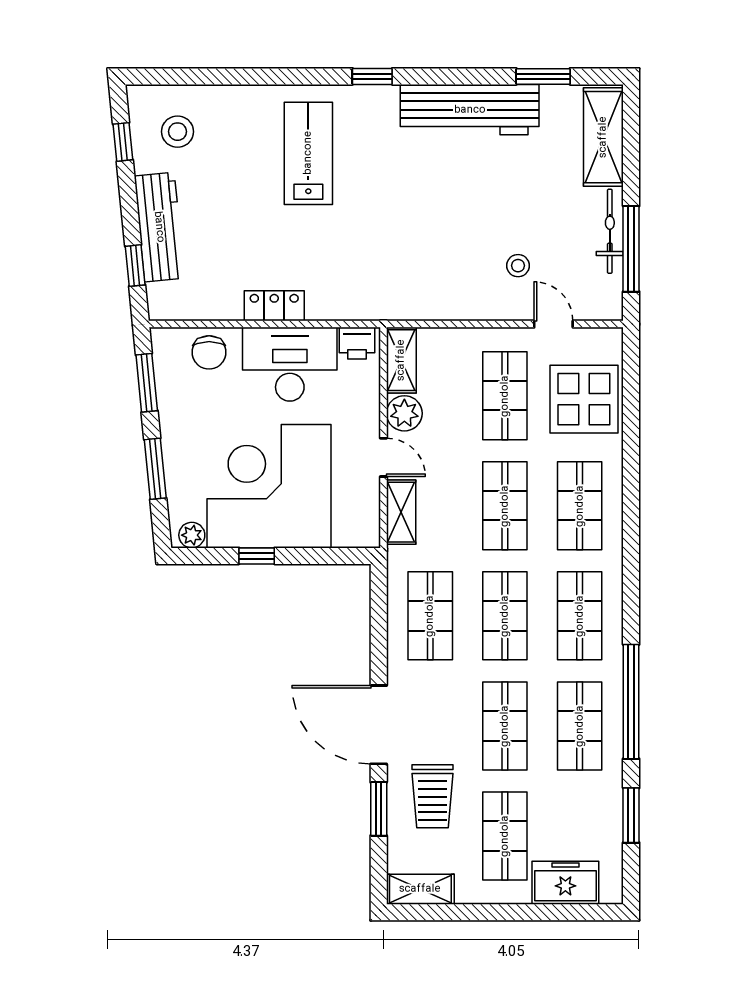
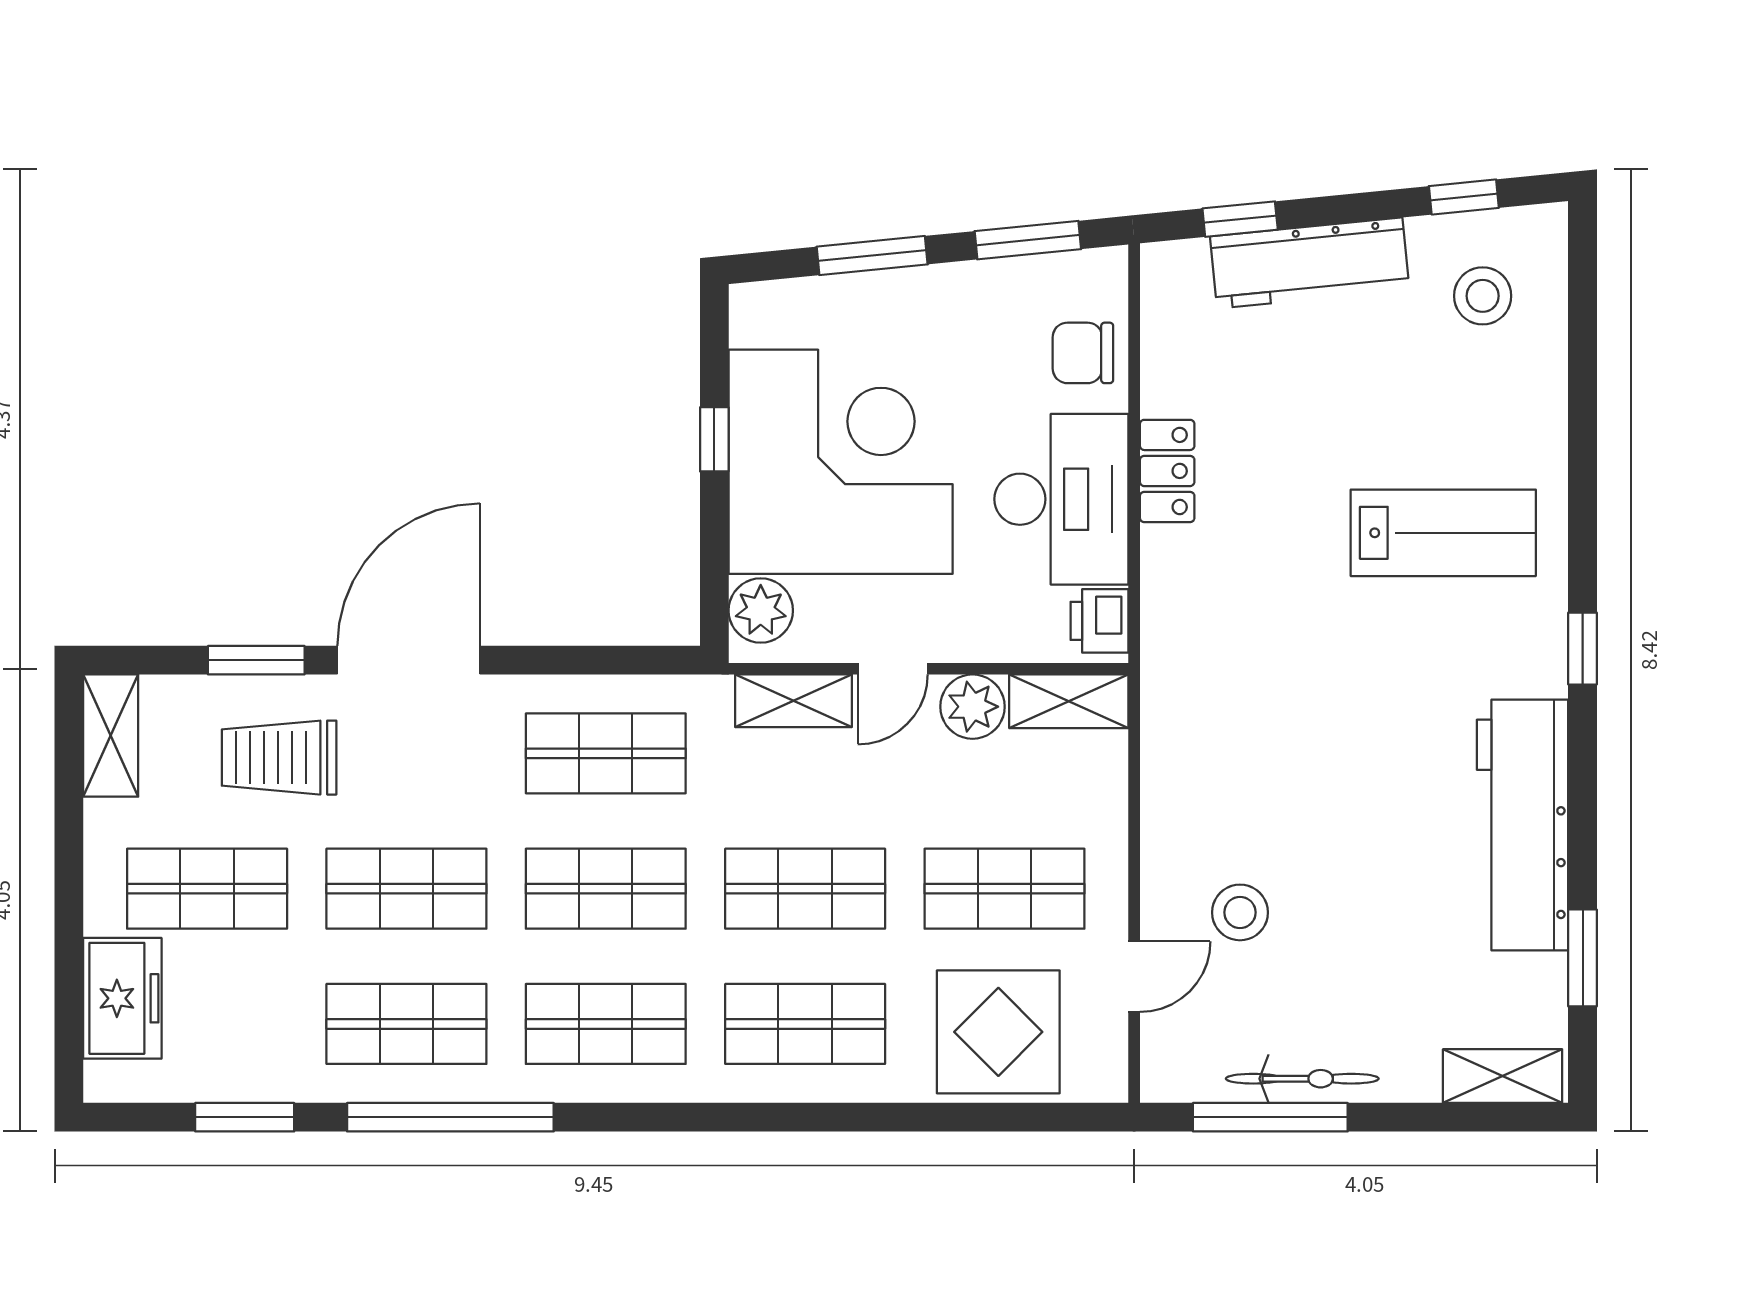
shelving: (603, 137) -> (1503, 1076), width x0.67, depth x0.75
stool: (518, 266) -> (1240, 912), width x1.37, depth x1.37
plant: (192, 535) -> (761, 611), moved, width x1.38, depth x1.38

